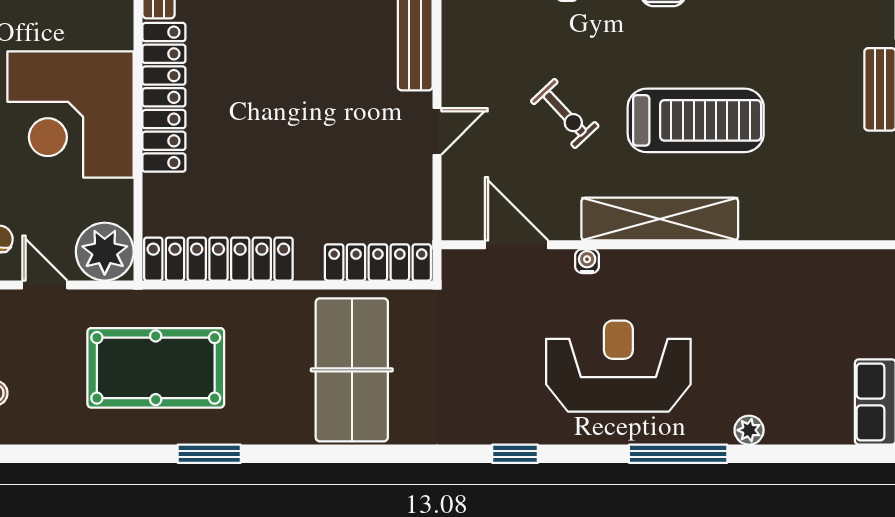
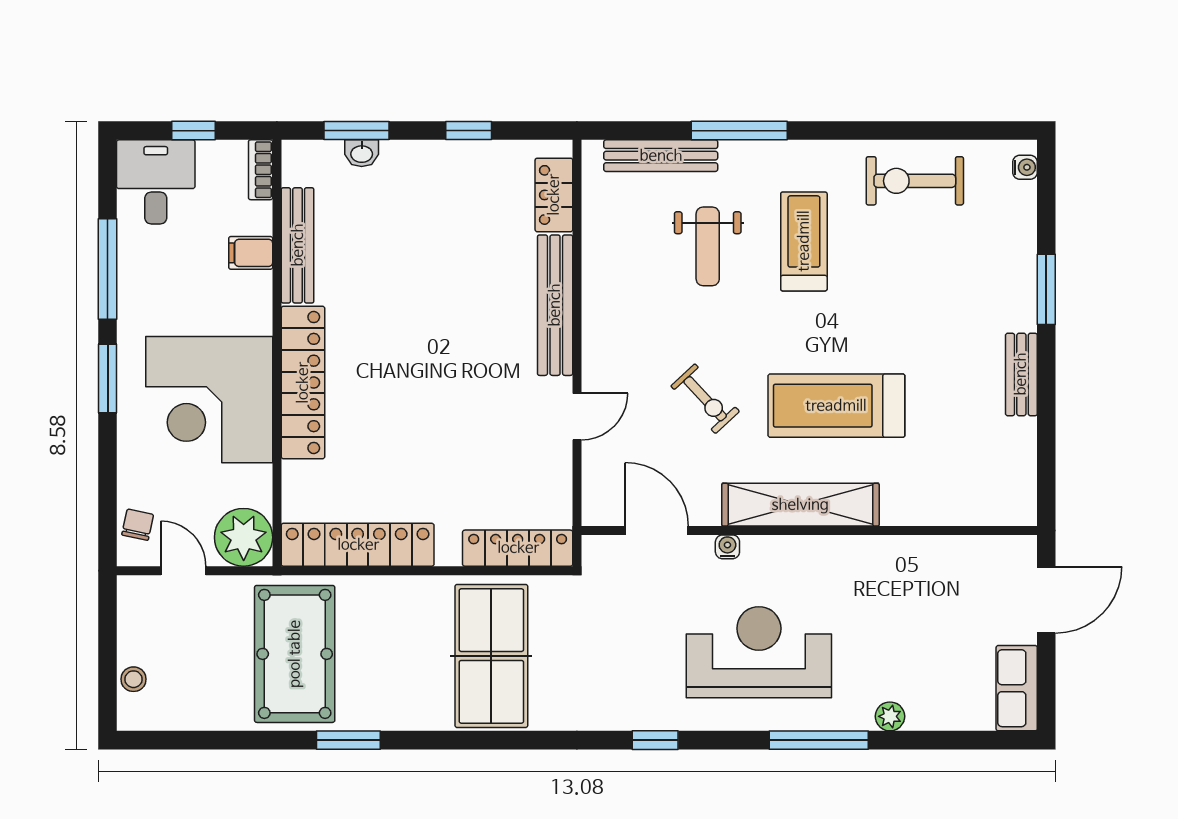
treadmill: (696, 120) -> (836, 406), turned 180
pool table: (156, 368) -> (295, 654), turned 90

